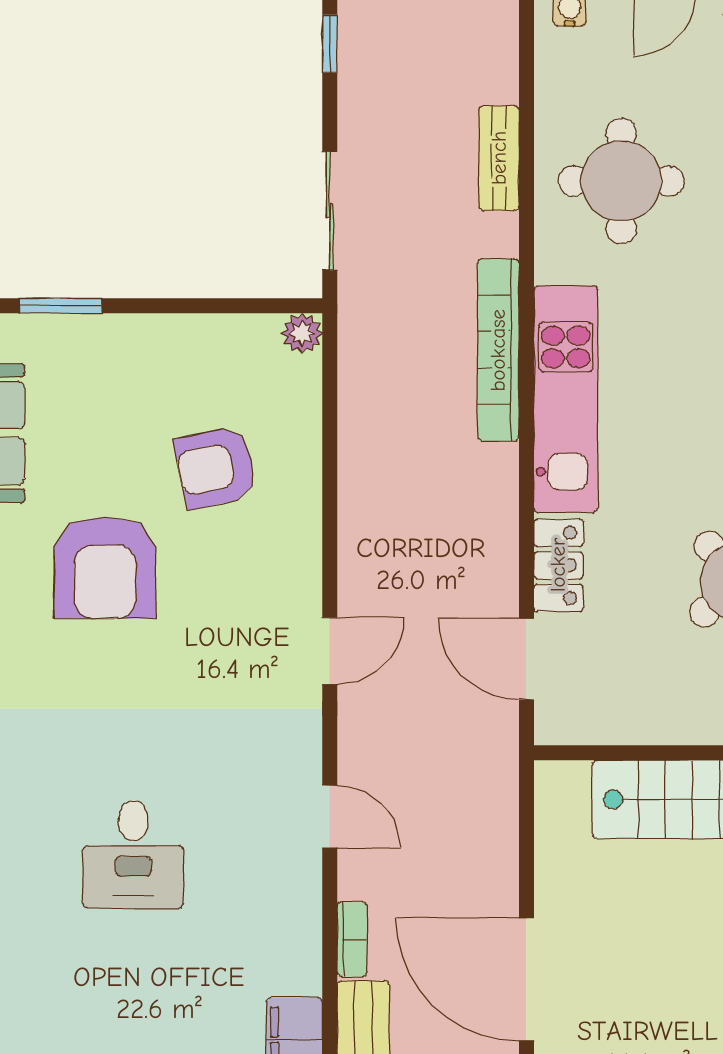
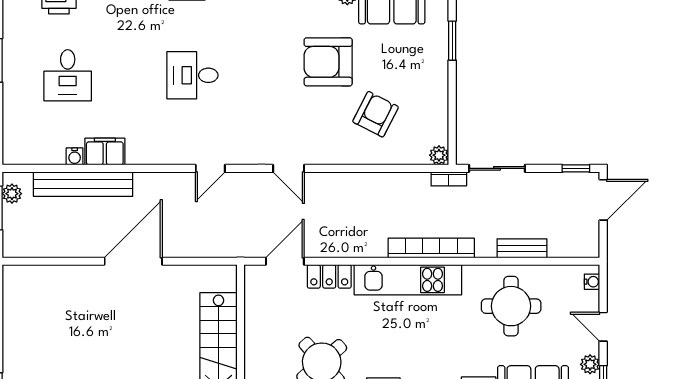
armchair: (216, 467) -> (376, 114), turned 39
bookcase: (352, 939) -> (449, 179), moved

